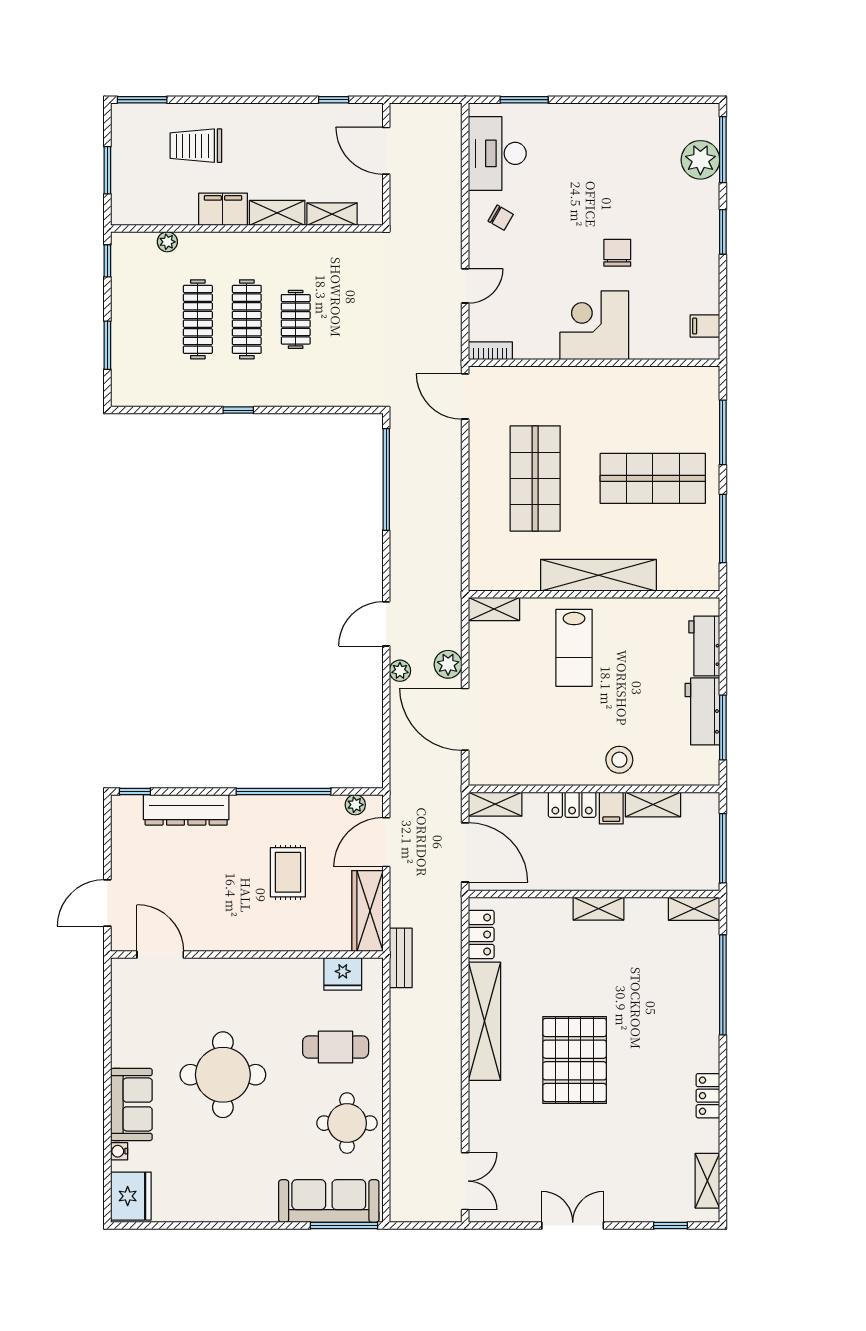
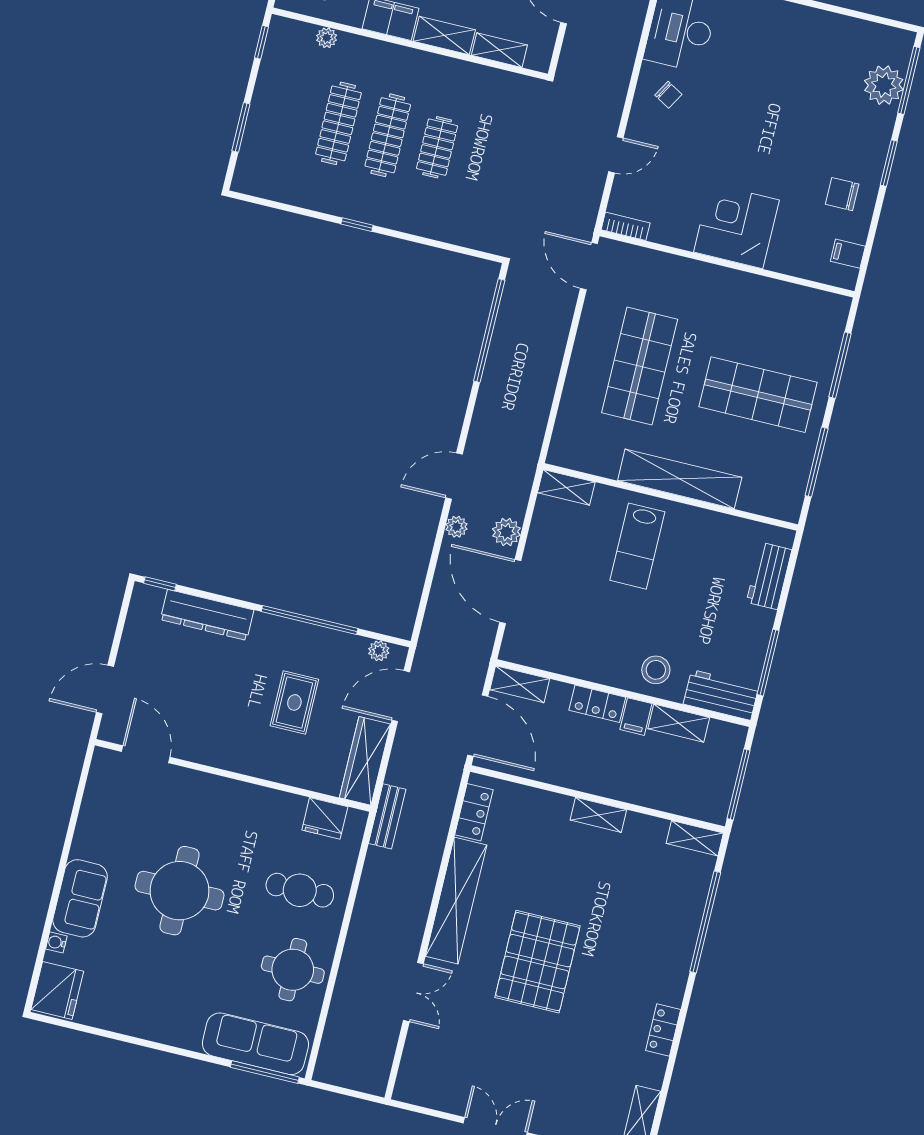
chair: (617, 253) -> (842, 194), moved, turned -90
workbench: (702, 711) -> (721, 695), moved, turned 90
double door: (465, 1181) -> (413, 992), moved

